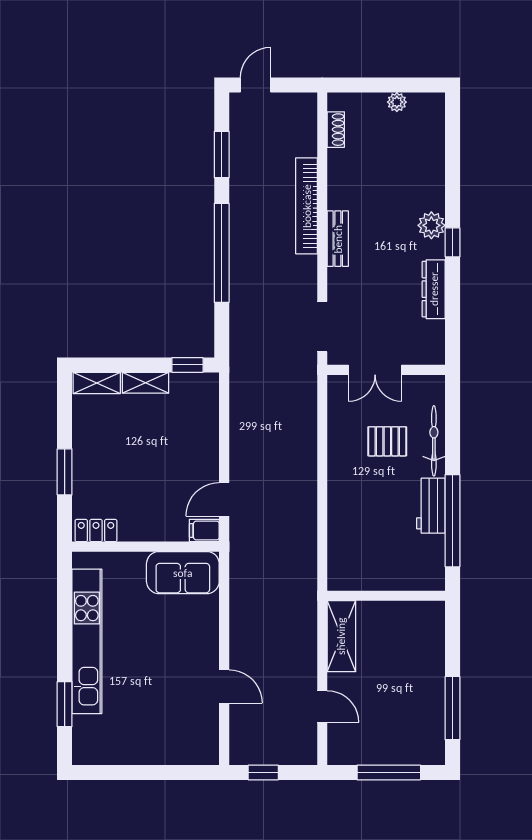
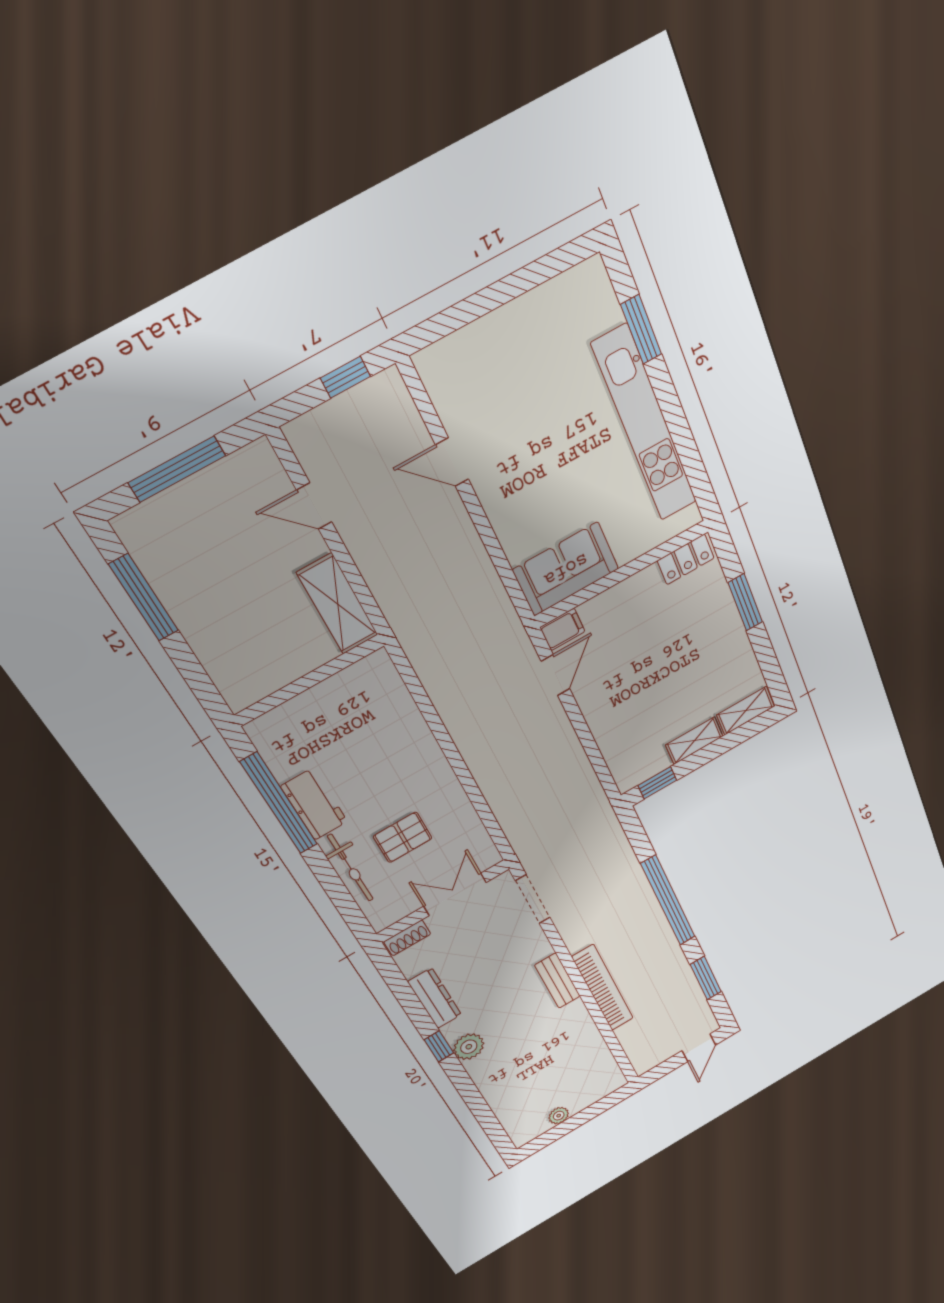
shoe rack: (336, 130) -> (407, 938), moved, turned -90

